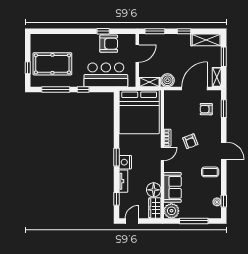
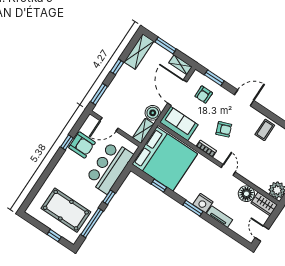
armchair: (109, 44) -> (82, 145), turned 90
door: (137, 54) -> (109, 124), swing flipped
pool table: (52, 64) -> (66, 210), turned 90
door: (224, 151) -> (244, 98), moved
door: (162, 154) -> (228, 170), moved
sofa: (173, 187) -> (179, 123), moved
window: (116, 199) -> (159, 186), moved

